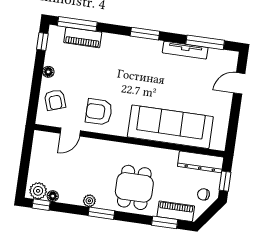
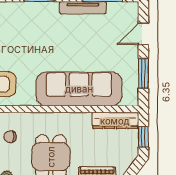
window: (234, 121) -> (143, 73), added
chair: (203, 194) -> (10, 137), moved

